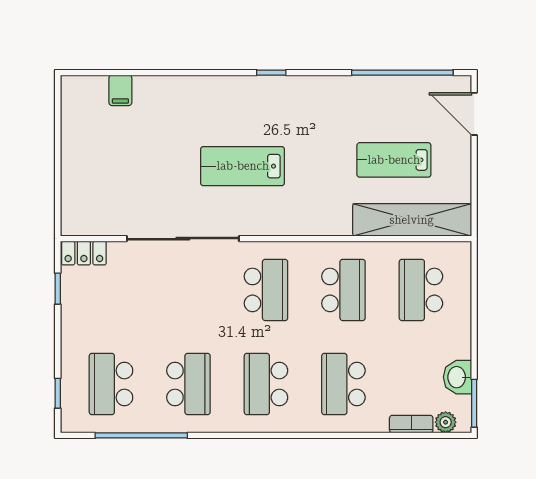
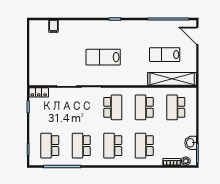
school desk: (343, 290) -> (144, 107), turned 180
school desk: (188, 384) -> (81, 146), turned 180

